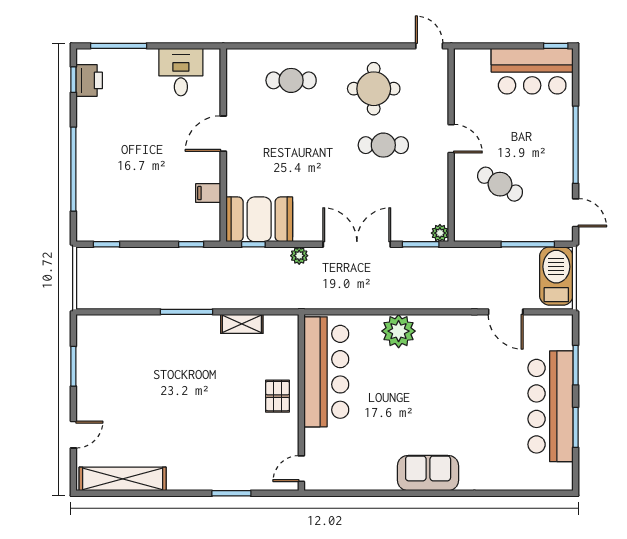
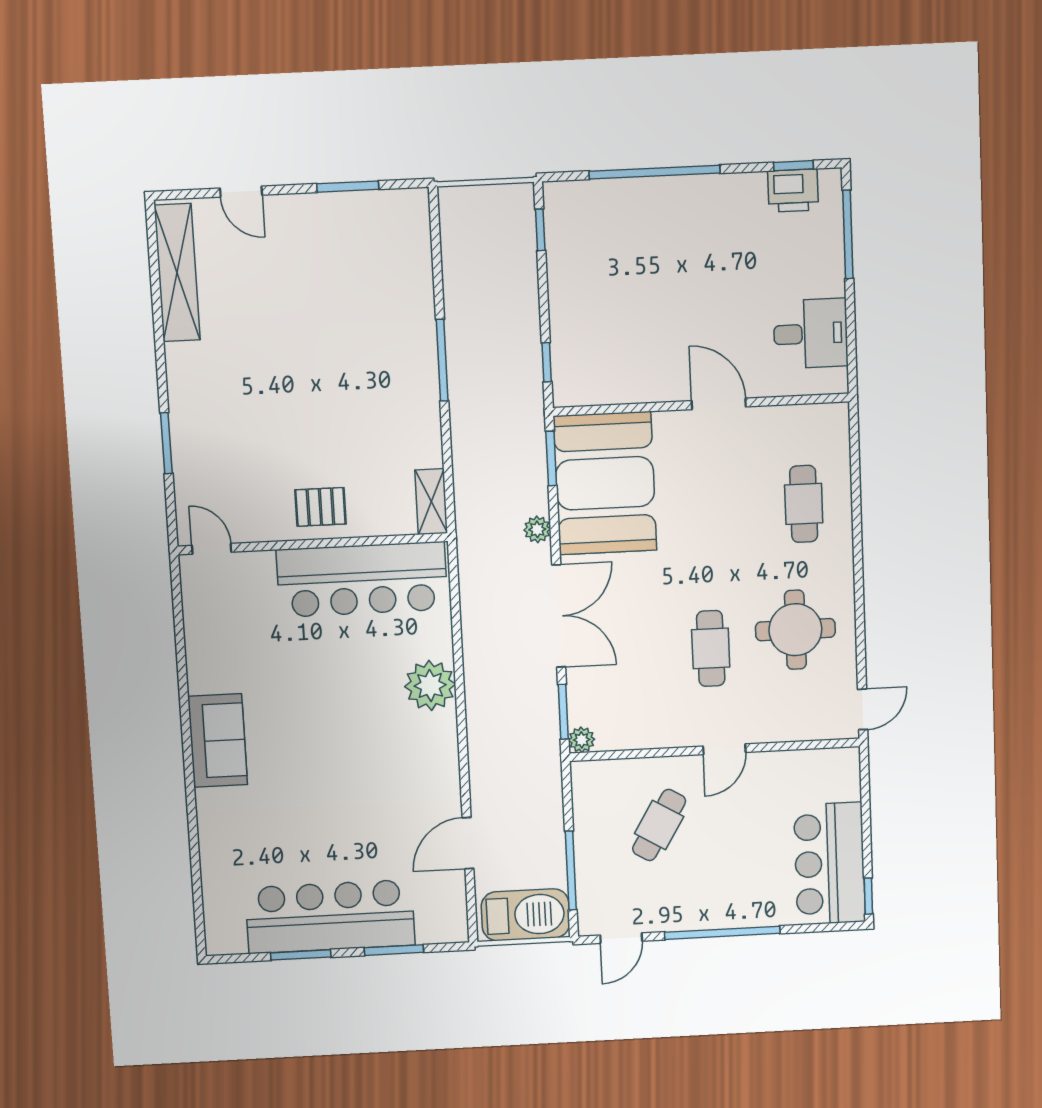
filing cabinet: (208, 193) -> (626, 385), removed
booth: (259, 219) -> (605, 483), width x1.36, depth x1.42
window: (253, 244) -> (551, 459), width x1.50
shelving: (242, 324) -> (431, 502), moved

